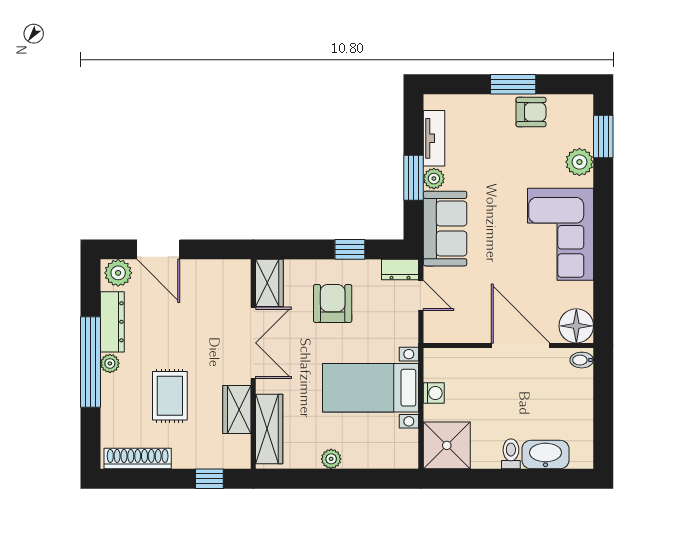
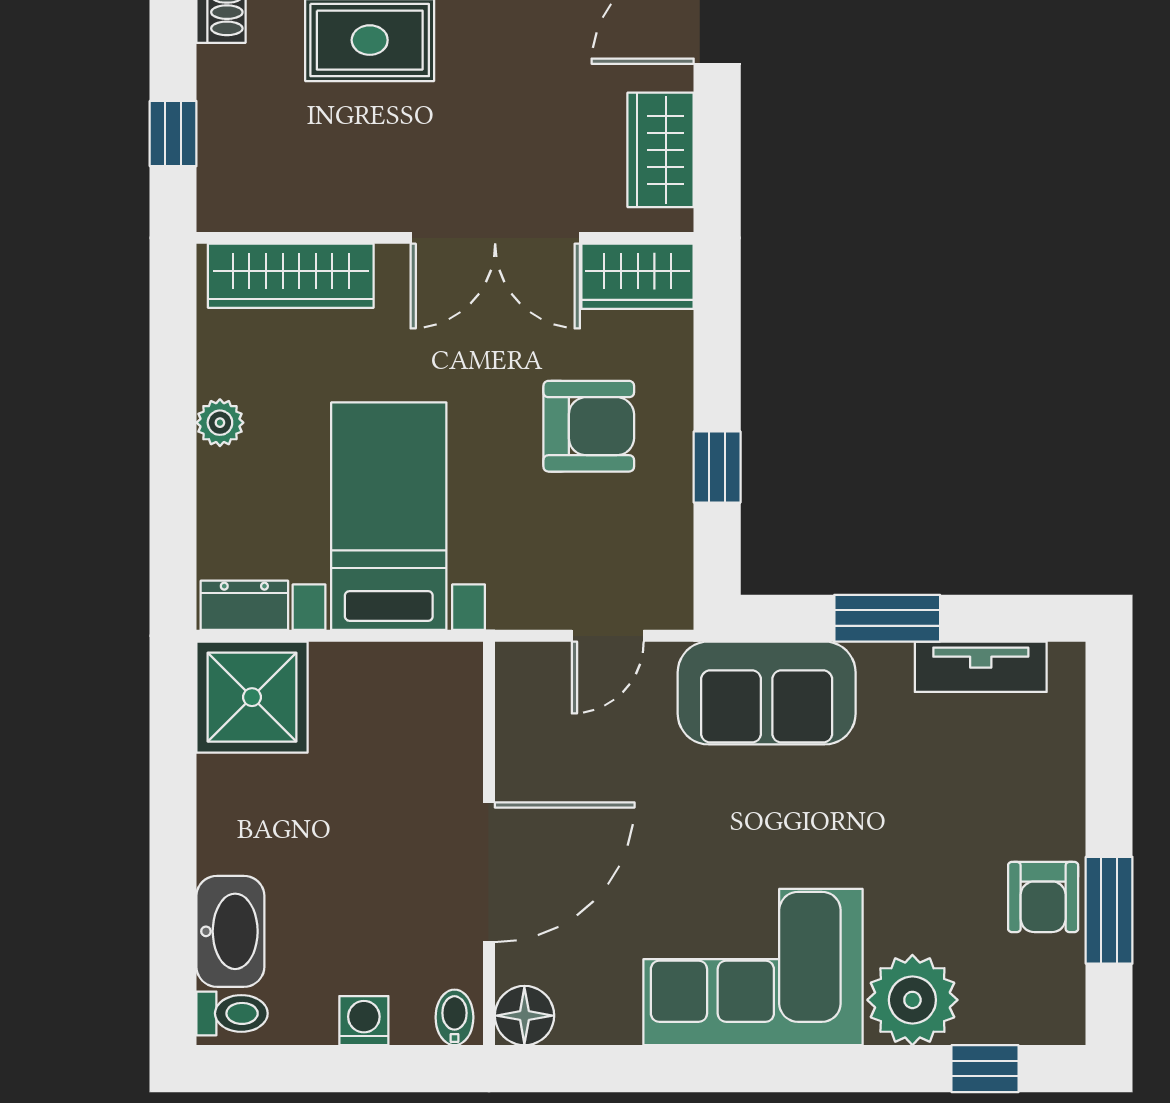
window: (513, 84) -> (1109, 910), moved
window: (603, 137) -> (985, 1069), width x0.67
plant: (579, 162) -> (912, 1000), width x1.36, depth x1.36
plant: (434, 179) -> (885, 667), removed
dresser: (400, 270) -> (244, 605), moved, turned 90
floor lamp: (576, 326) -> (524, 1016), width x0.73, depth x0.73
washing machine: (434, 393) -> (364, 1021), moved, turned 180
wardrobe: (237, 410) -> (661, 150), moved, turned -90
toilet: (511, 454) -> (232, 1013), moved

